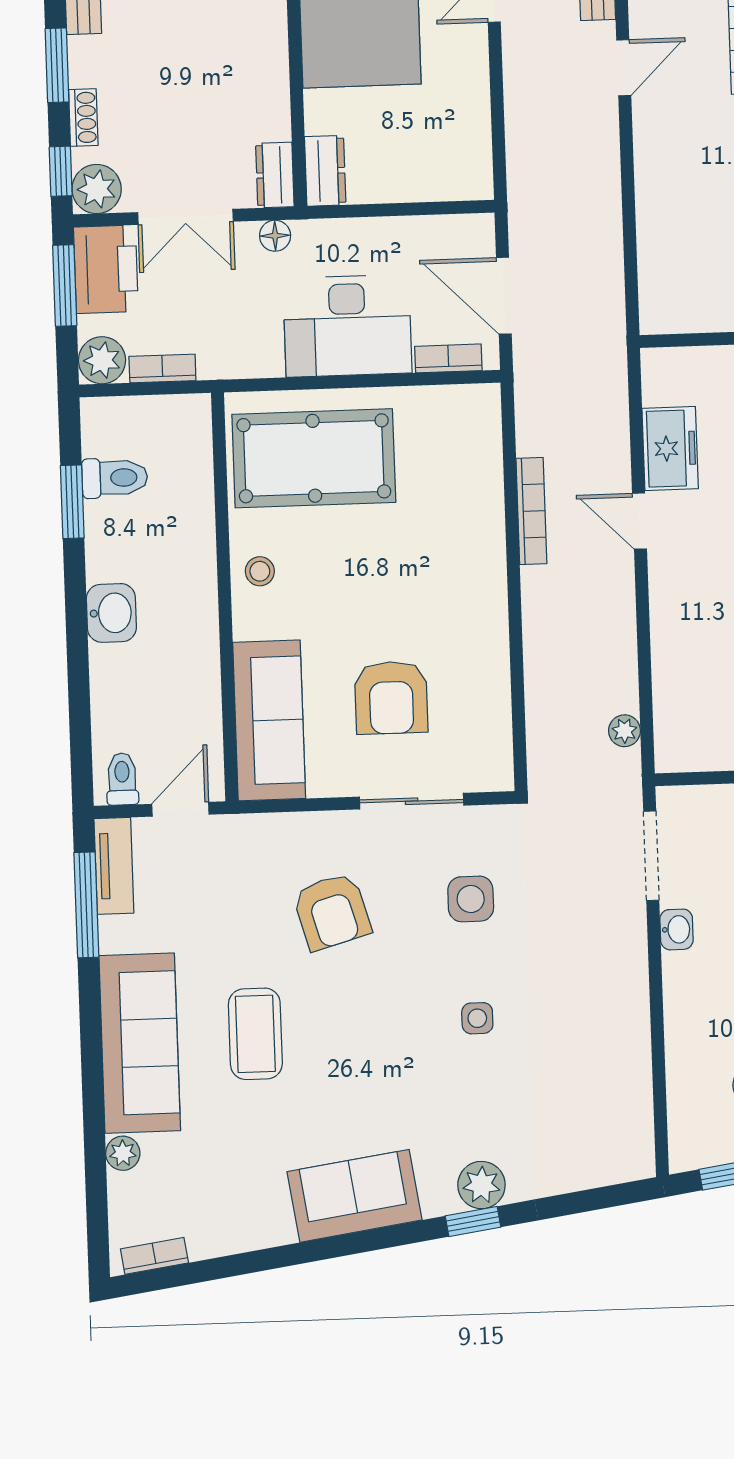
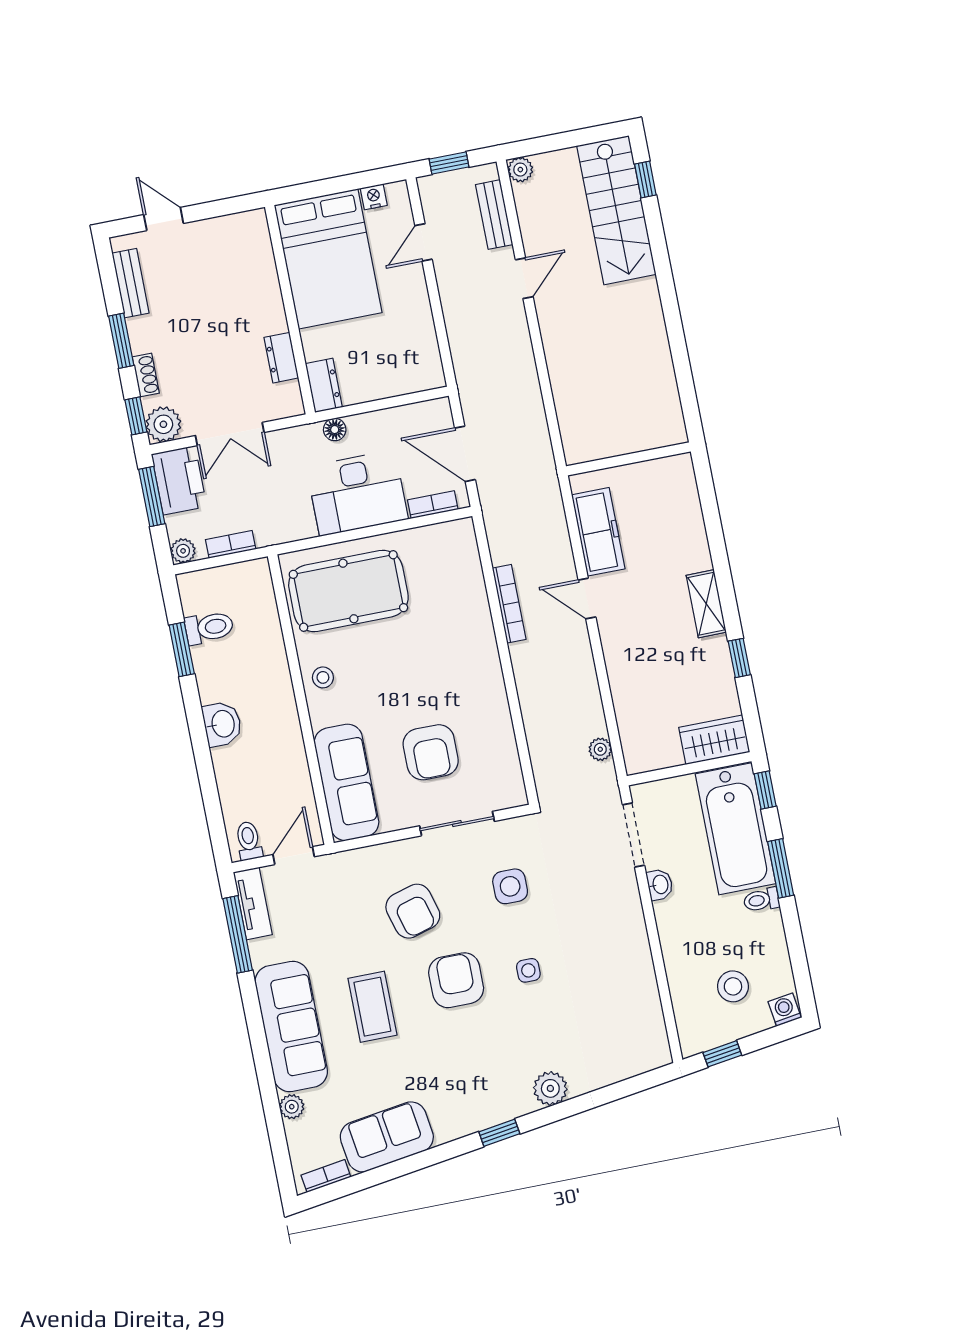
dresser: (275, 175) -> (281, 358), moved
floor lamp: (275, 236) -> (335, 430), moved
plant: (102, 360) -> (183, 551), width x0.73, depth x0.73
freezer: (670, 448) -> (598, 532), width x1.40
armchair: (376, 1016) -> (456, 980), added
sofa: (355, 1196) -> (387, 1137), moved
window: (473, 1221) -> (499, 1133), moved

